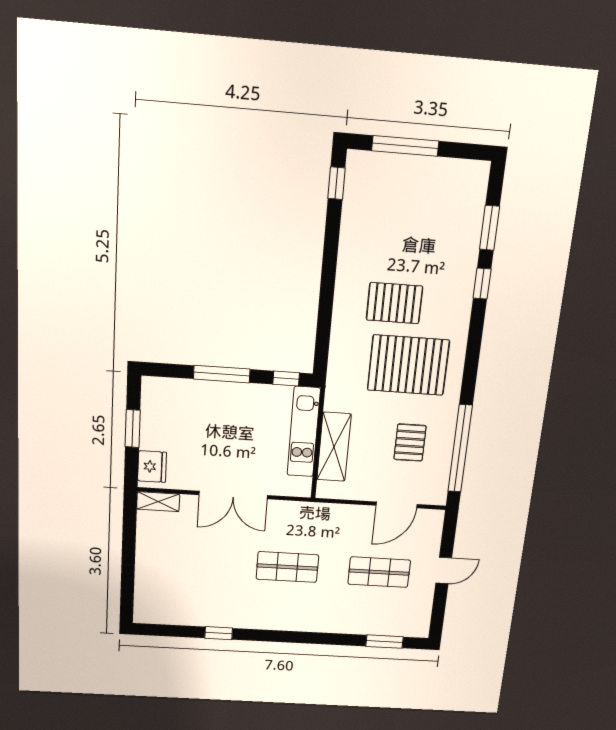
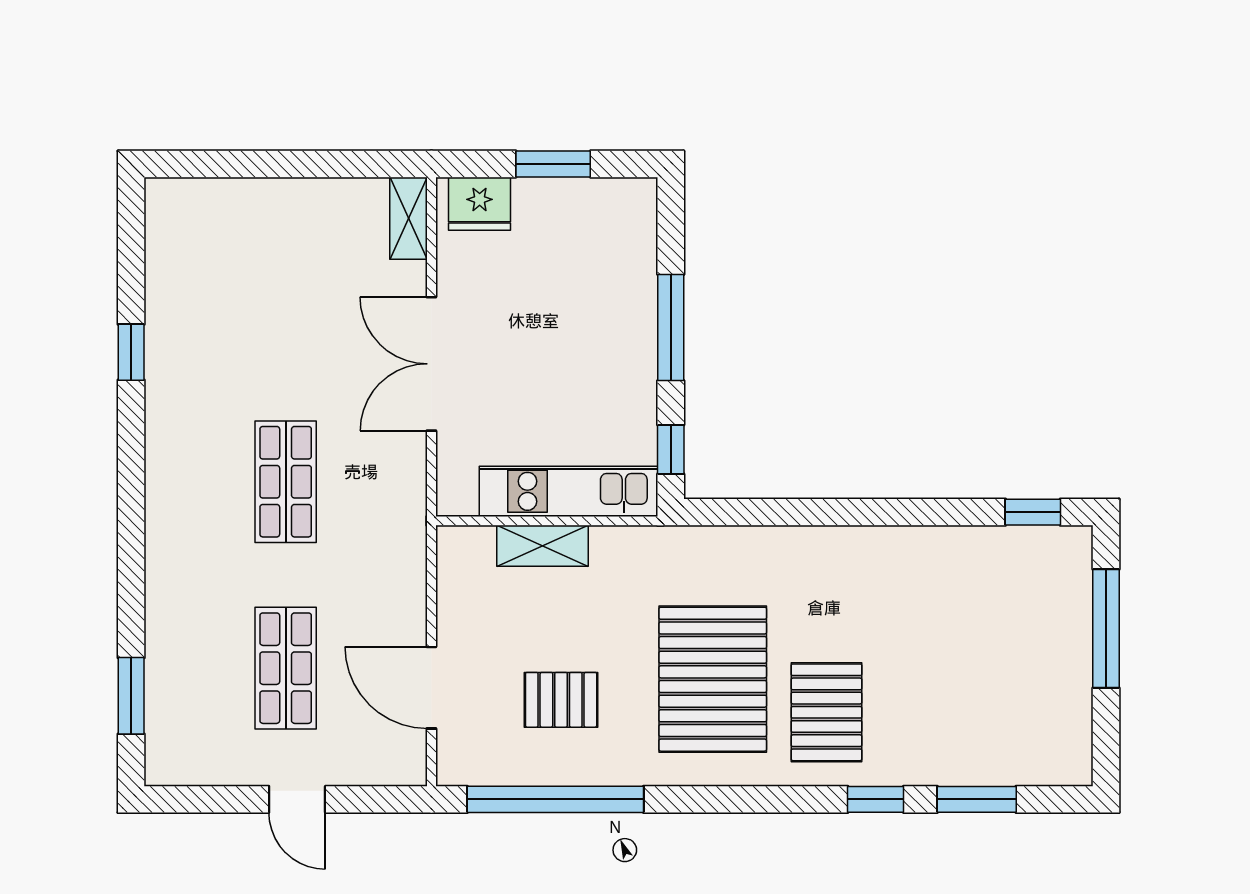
pallet: (394, 303) -> (826, 712), moved
shelving: (334, 447) -> (542, 546), width x0.67, depth x0.75

